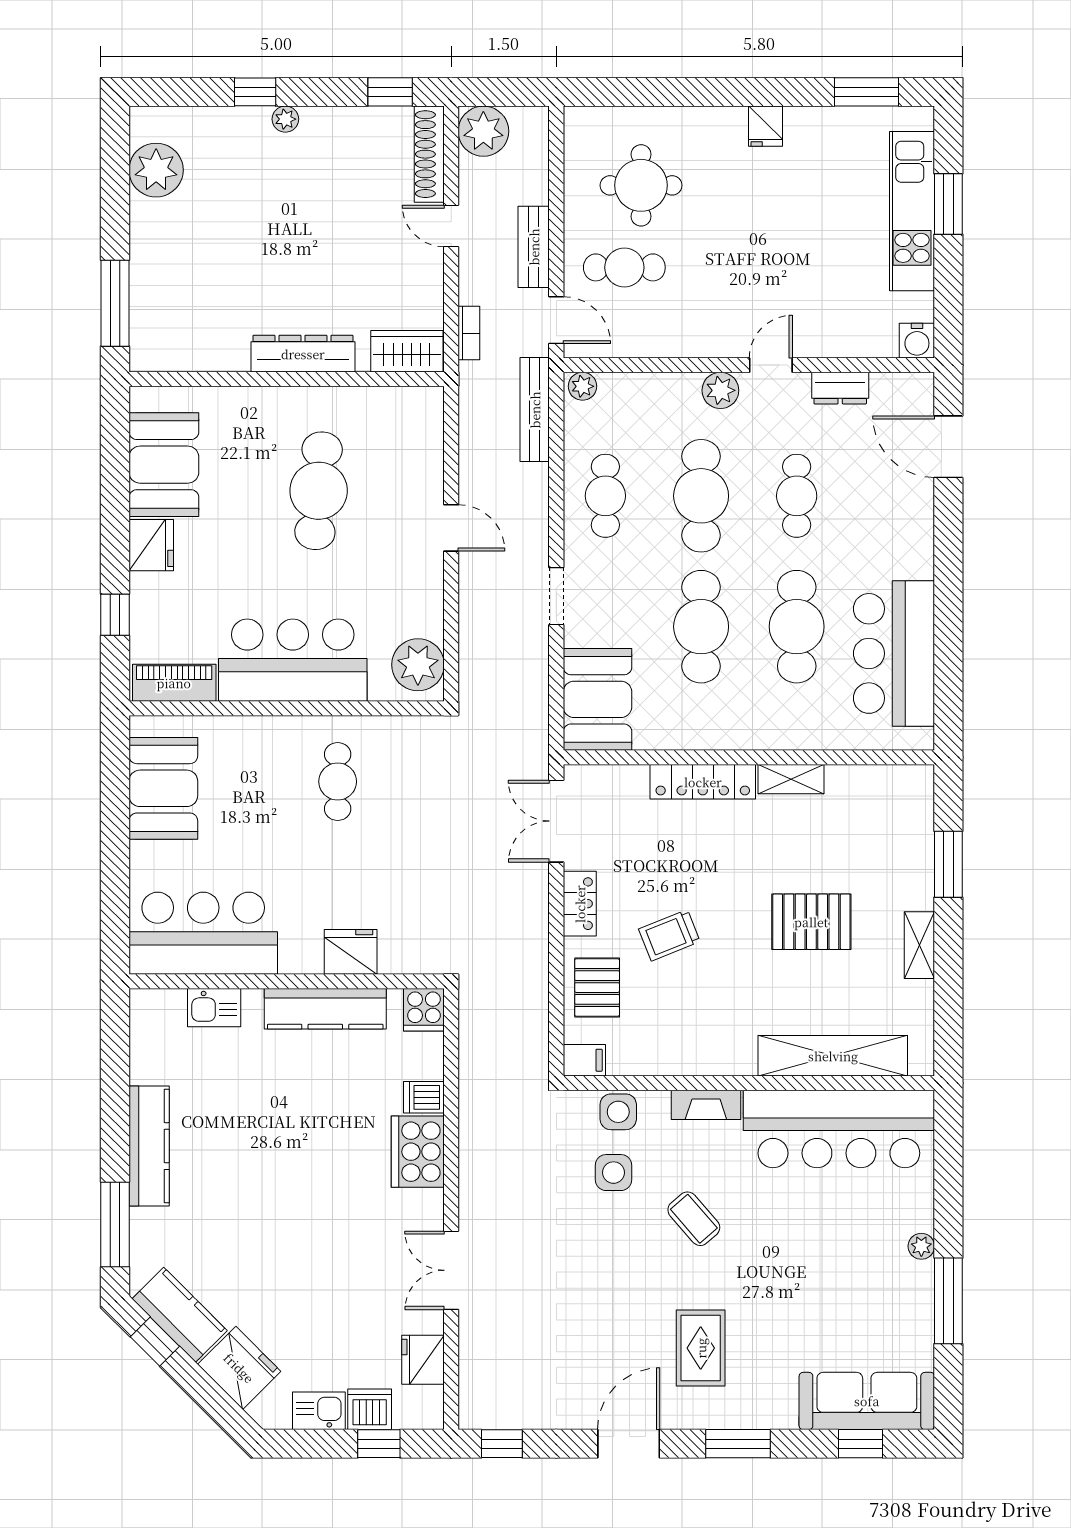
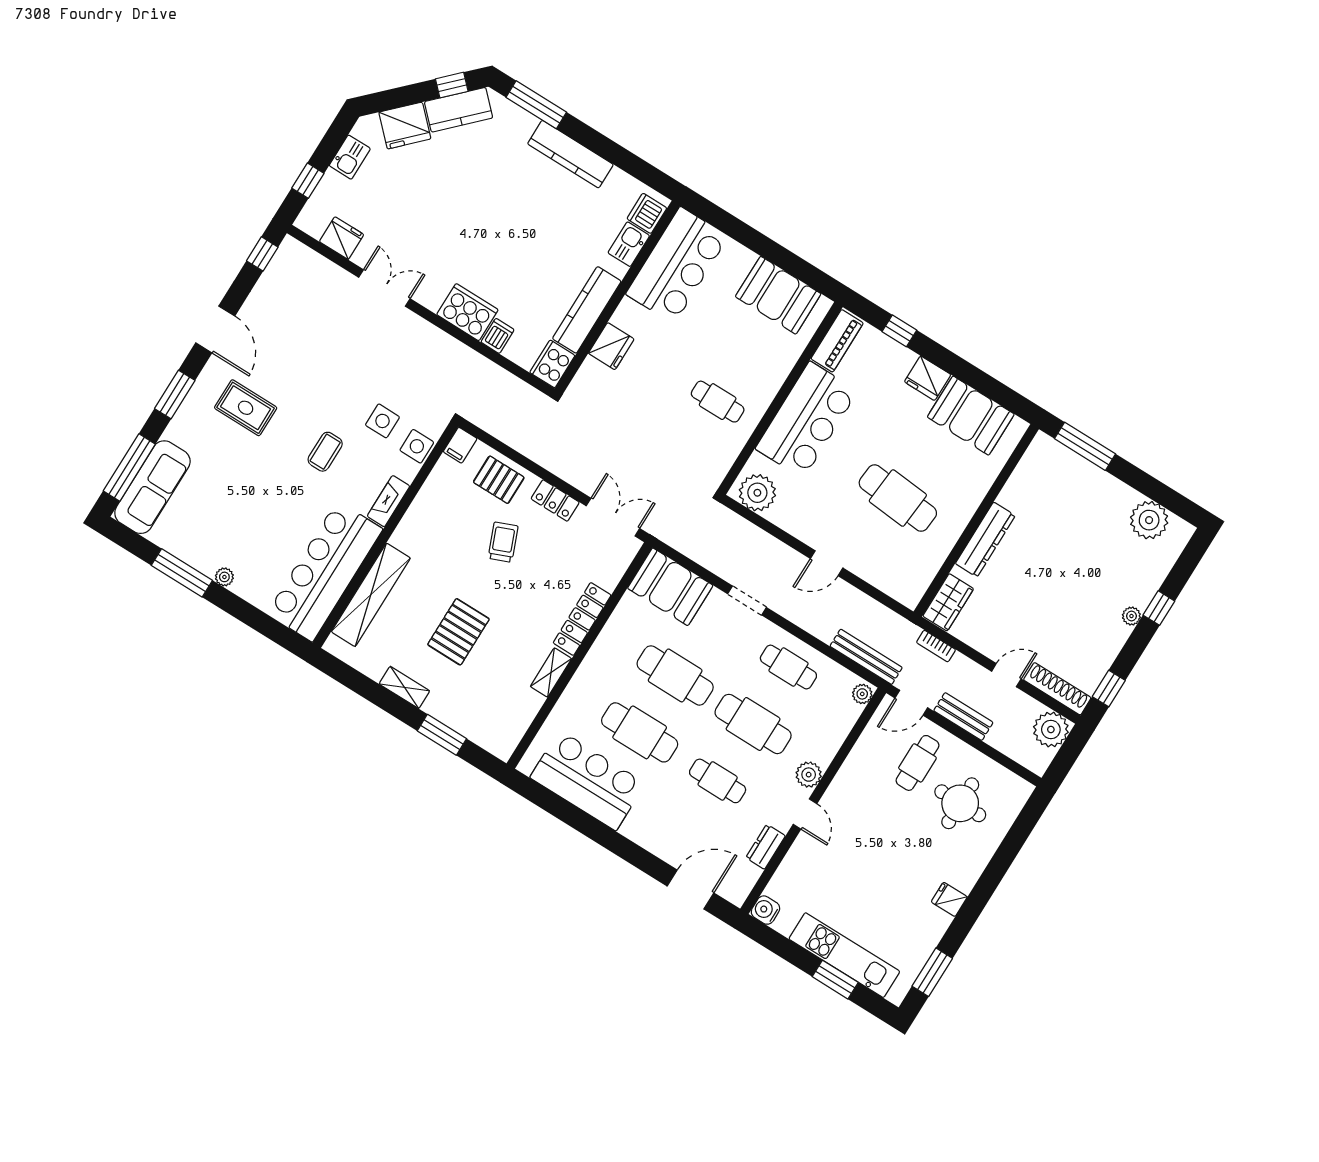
cooker: (424, 1010) -> (552, 364), width x1.36
coffee table: (694, 1219) -> (325, 452), turned -49
dishwasher: (370, 1409) -> (647, 213), moved, turned 180
window: (861, 1444) -> (129, 468), width x2.17

